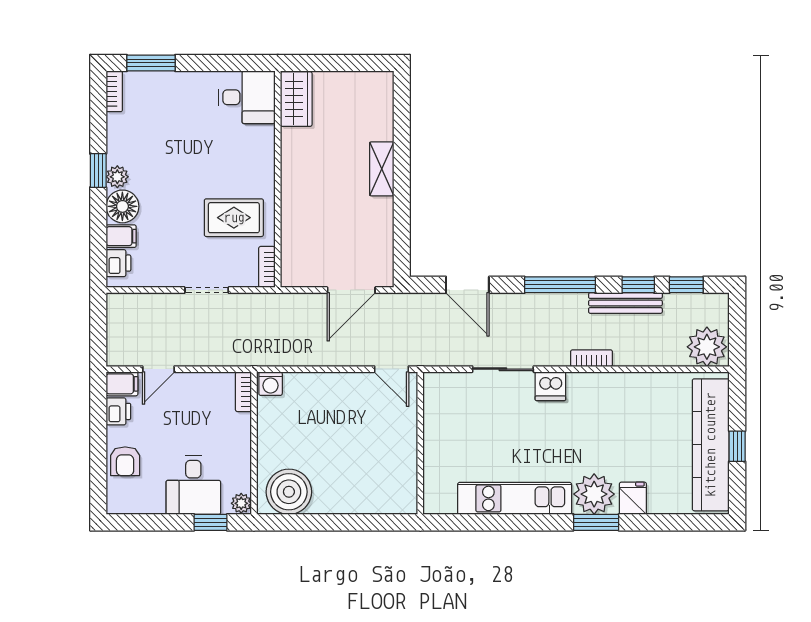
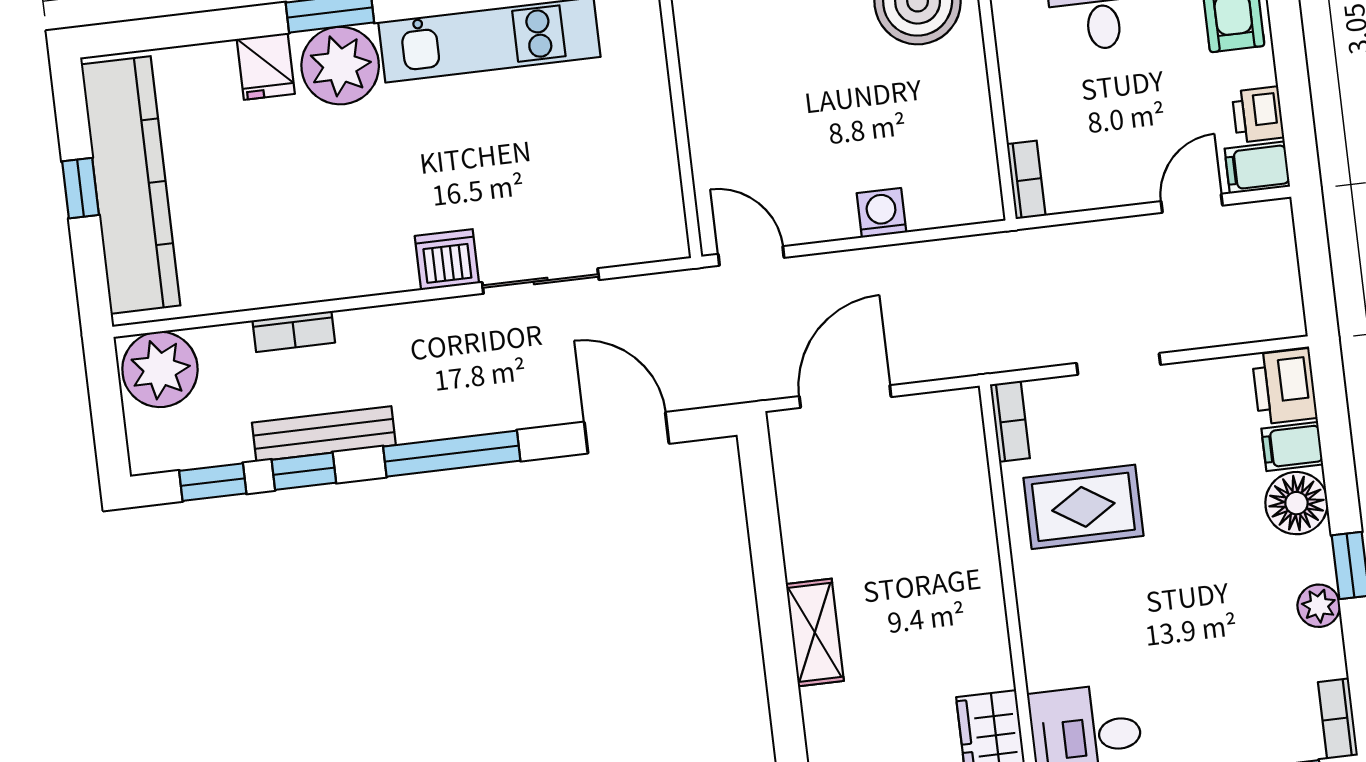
plant: (117, 177) -> (1319, 606), moved
printer: (118, 263) -> (1285, 386), width x1.36, depth x1.24
bookcase: (591, 358) -> (294, 332), moved
washing machine: (271, 384) -> (881, 213), moved

